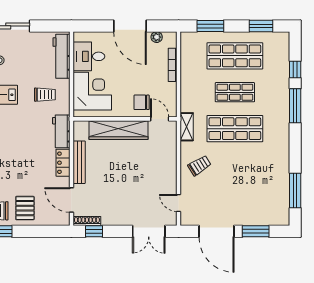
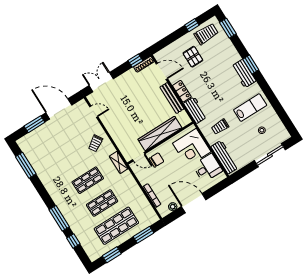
shop shelf: (235, 129) -> (88, 180), width x0.70, depth x0.74
pallet: (25, 208) -> (193, 57), moved

